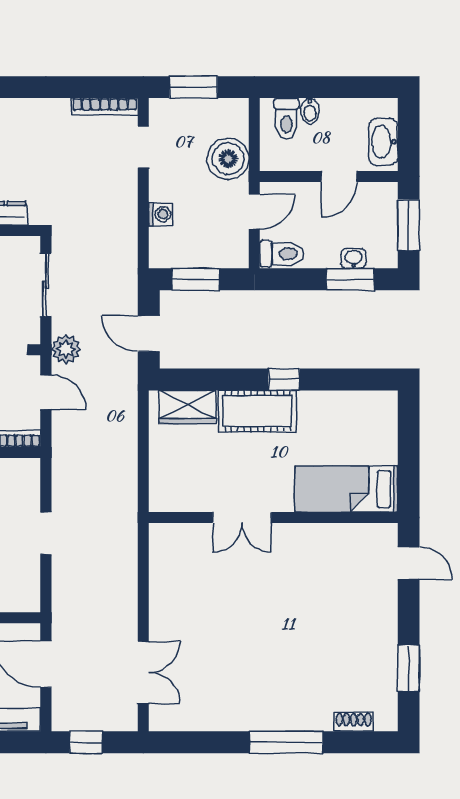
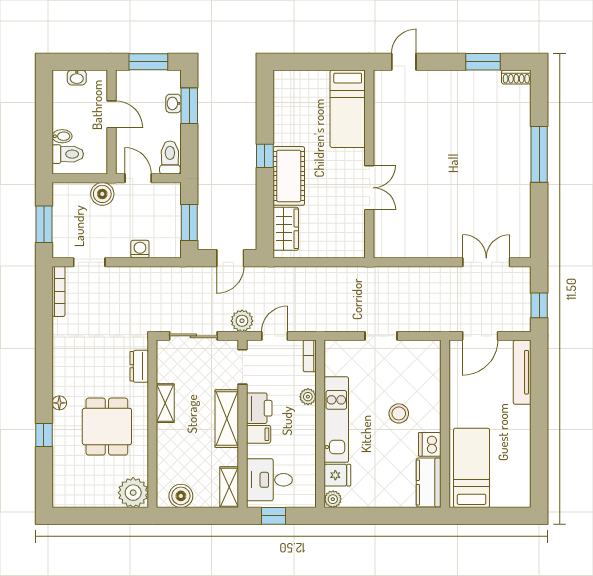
washbasin: (383, 142) -> (77, 77), width x0.52, depth x0.69
boiler: (228, 159) -> (102, 194), width x0.73, depth x0.73
shoe rack: (354, 722) -> (516, 77), moved, turned -90

